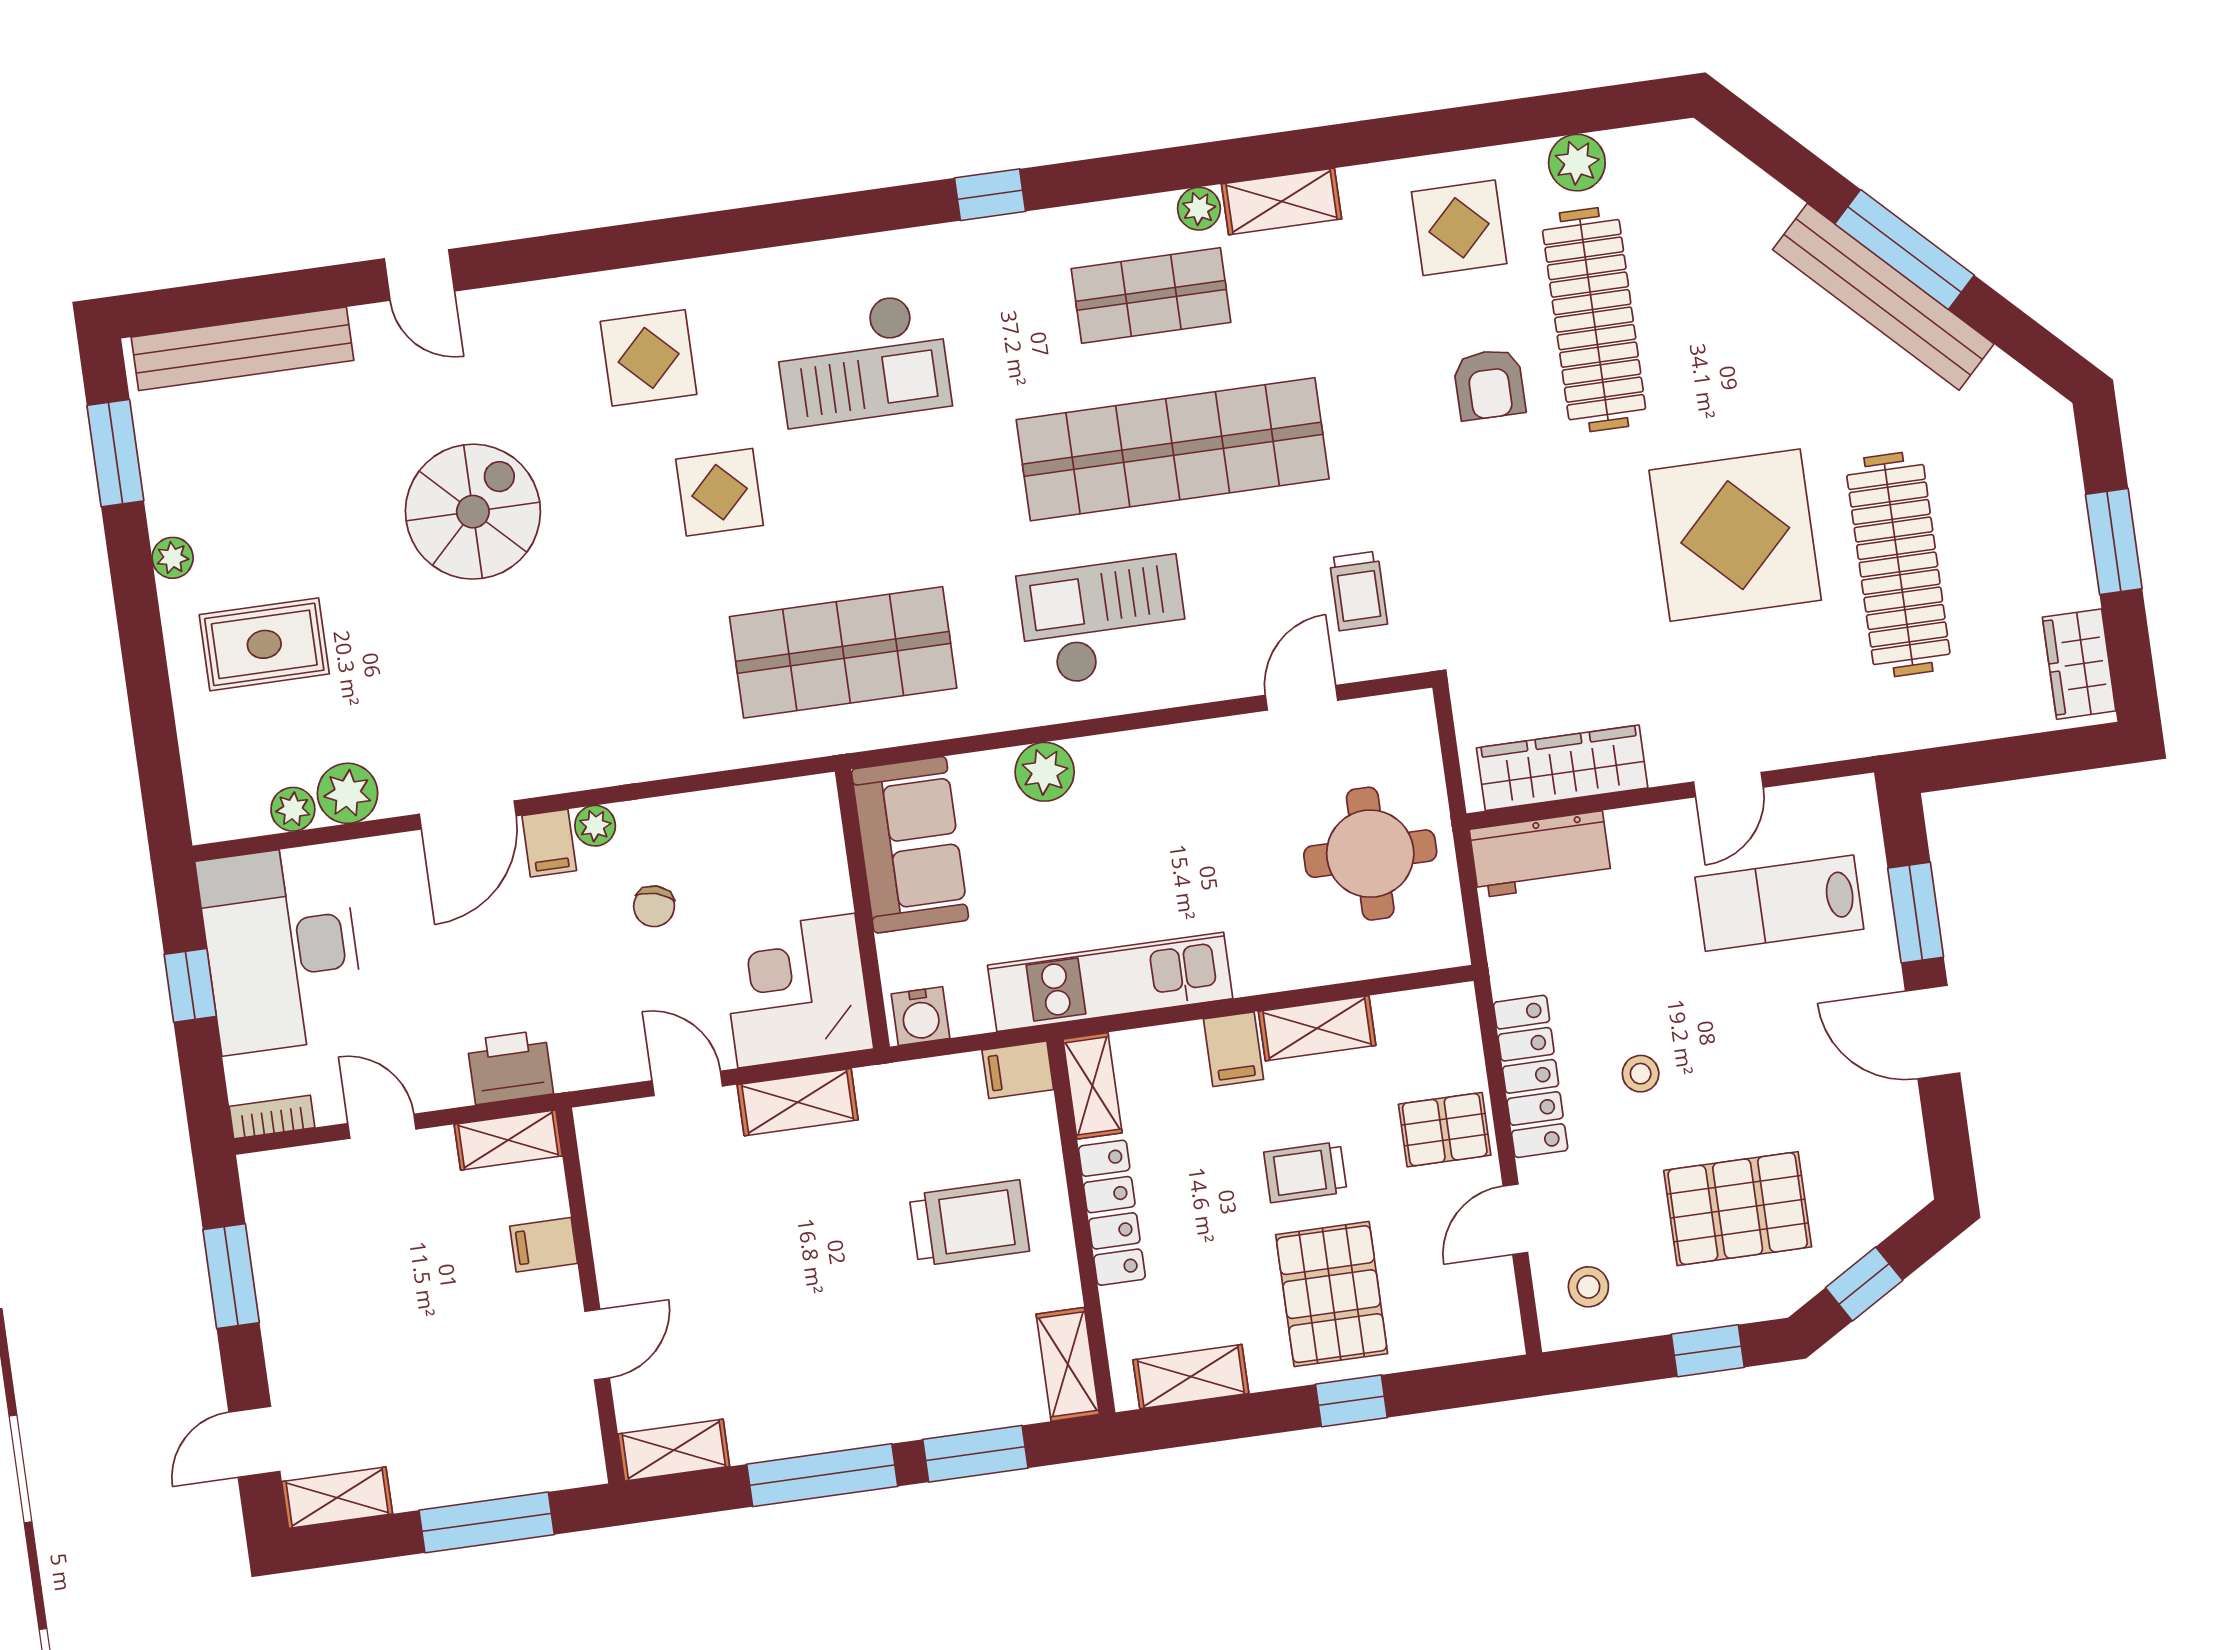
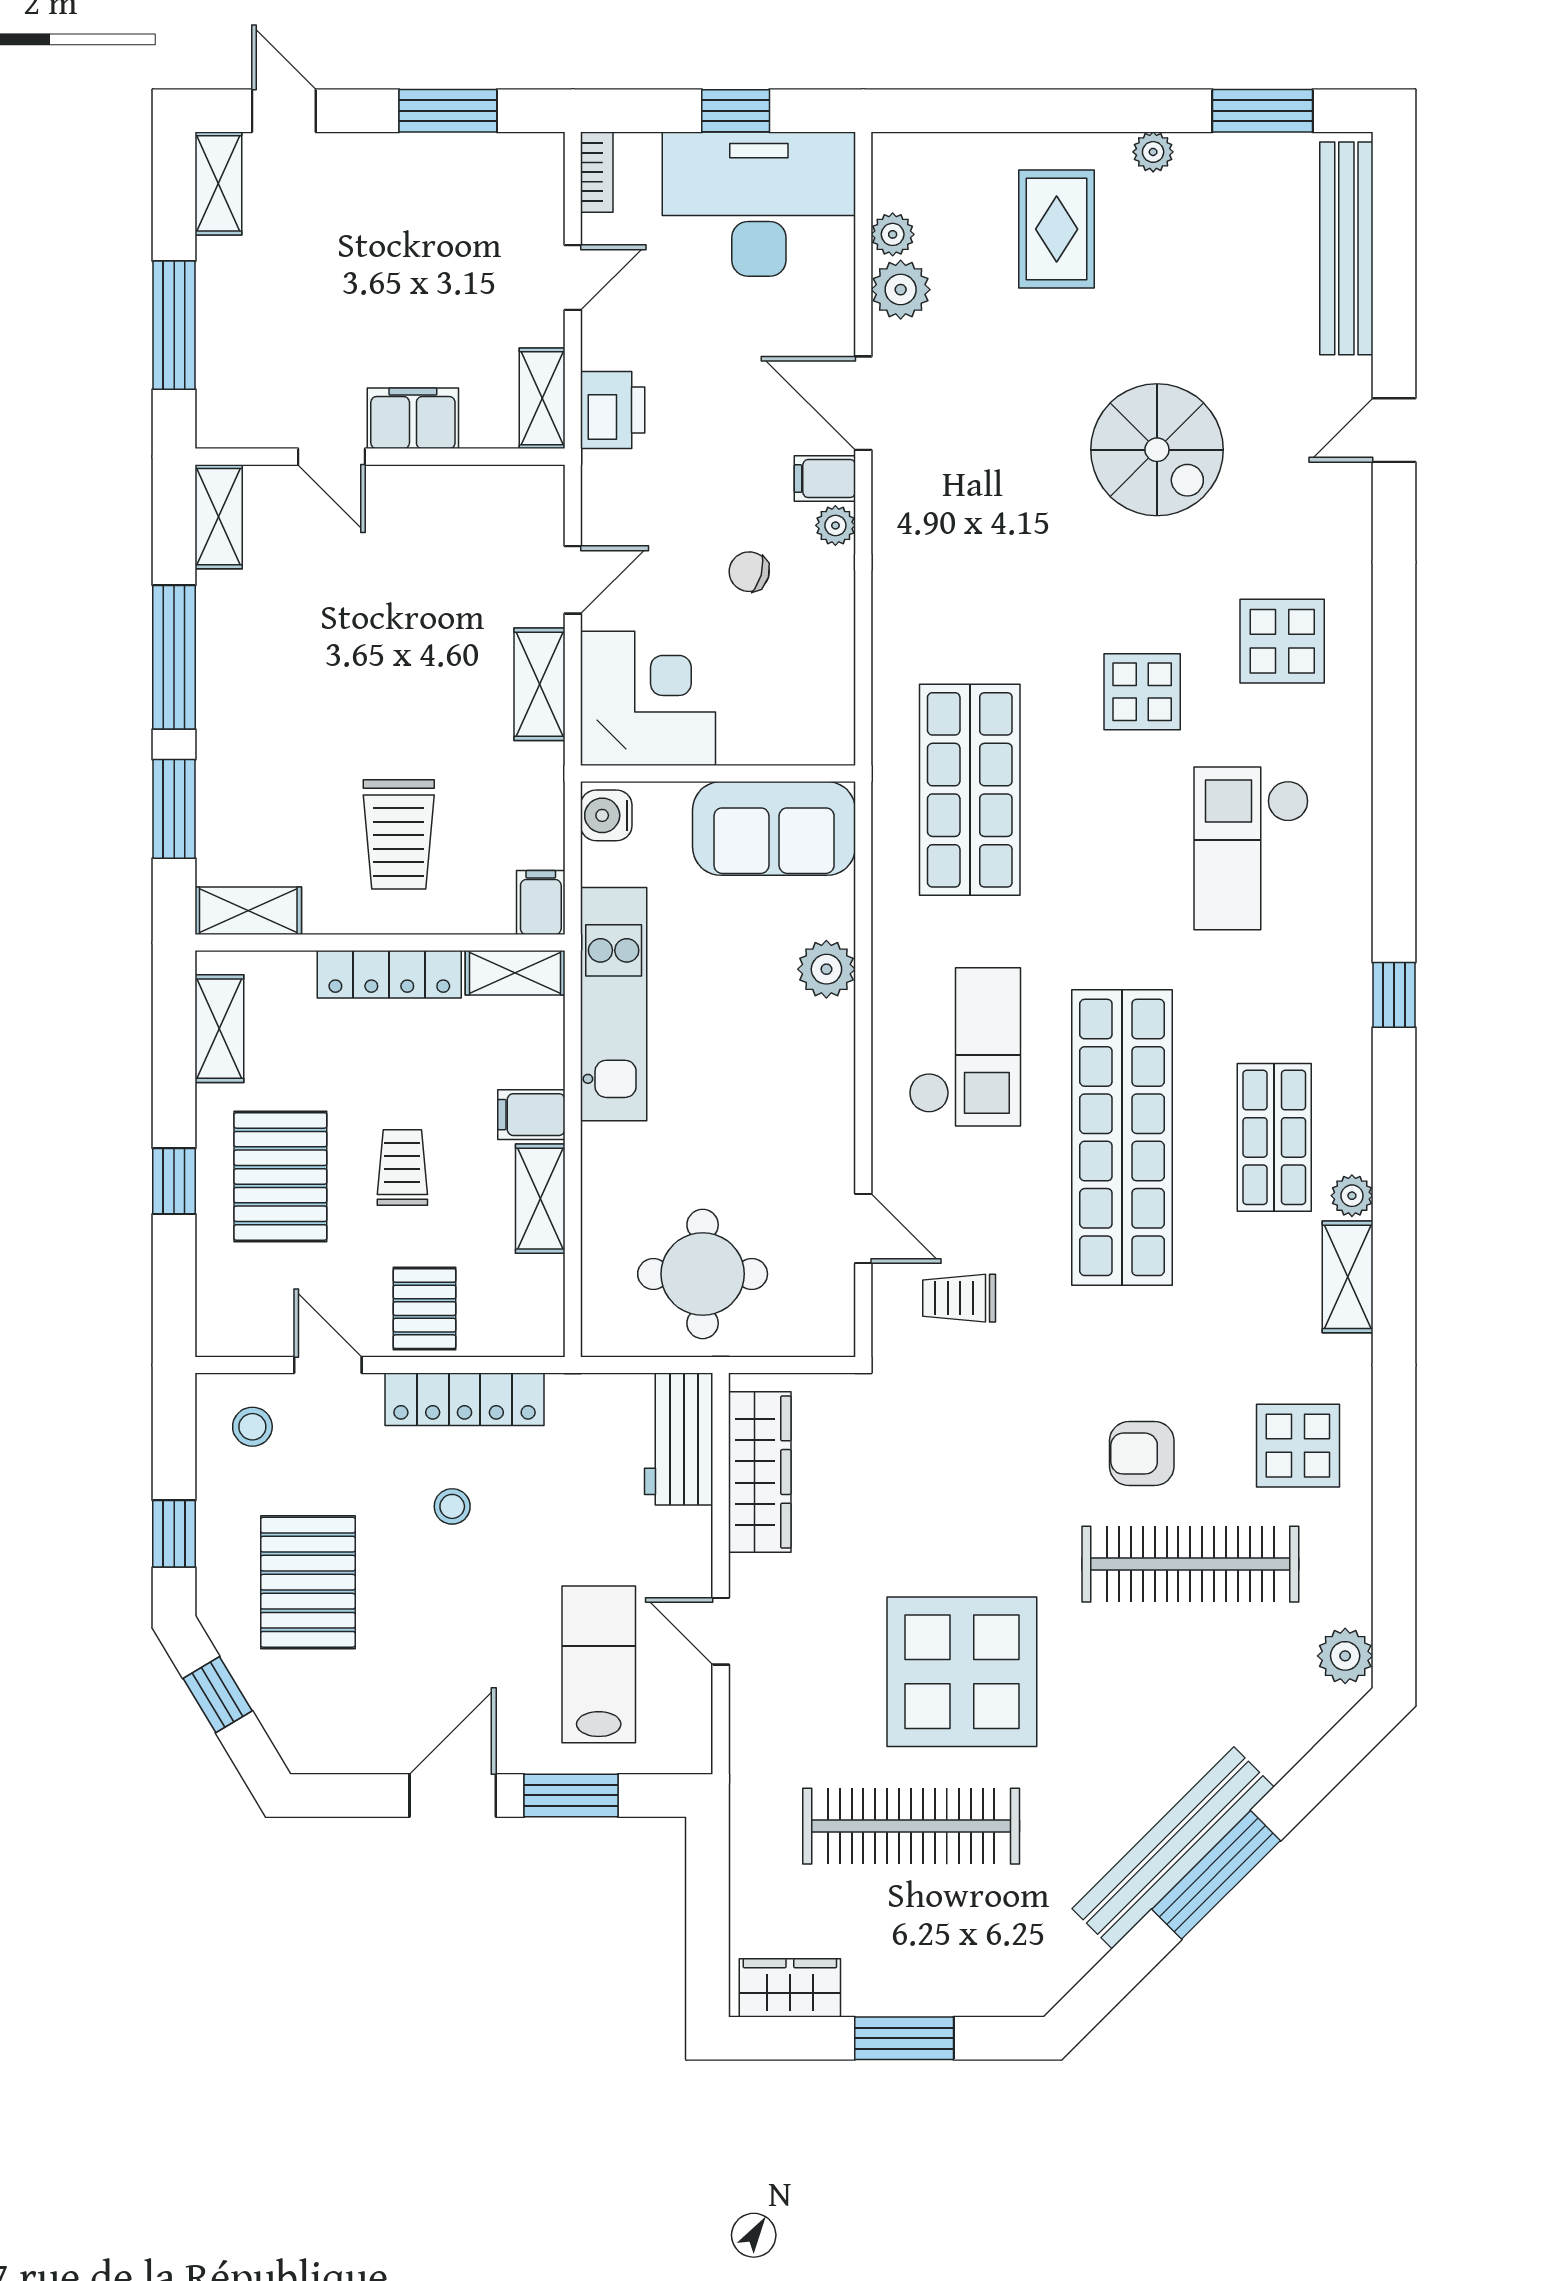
plant: (1577, 163) -> (1345, 1656), moved
filing cabinet: (544, 1245) -> (413, 418), width x2.00
pallet: (1332, 1294) -> (280, 1176), turned 90

